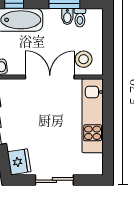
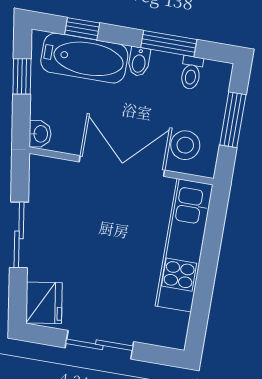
bidet: (67, 17) -> (139, 62), moved
window: (108, 40) -> (233, 120), added

